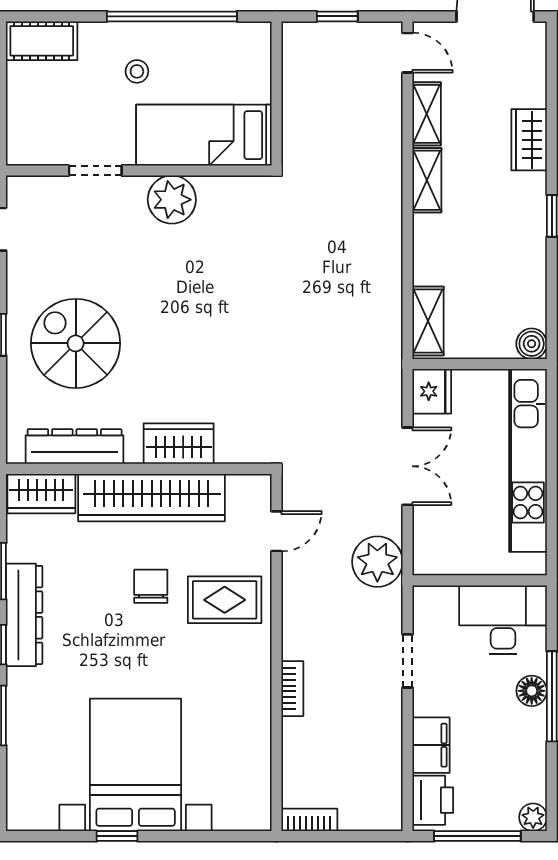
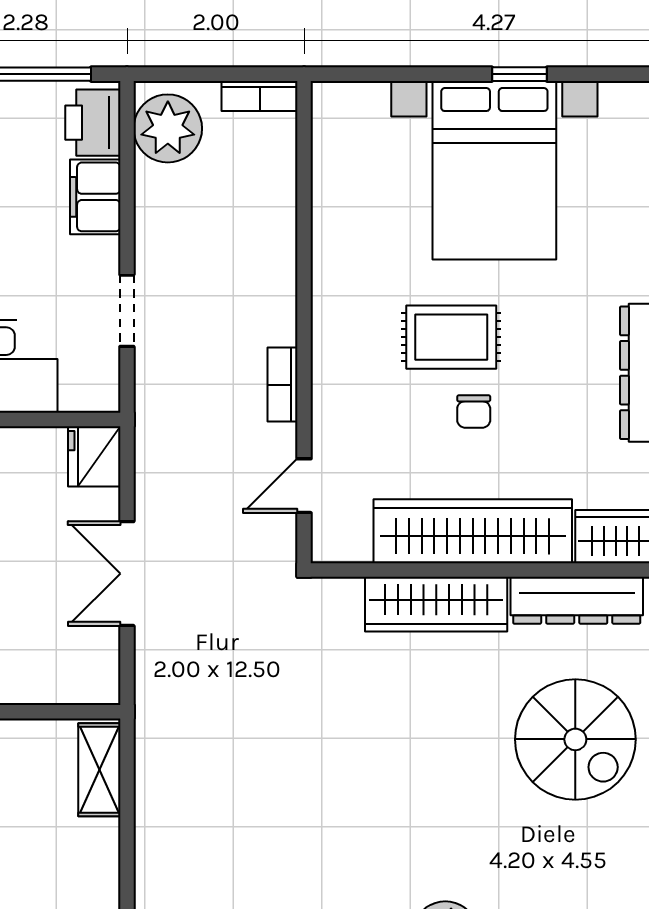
fridge: (432, 391) -> (94, 456), moved
wardrobe: (179, 444) -> (436, 604), width x1.50
plant: (377, 562) -> (168, 128), moved
chair: (151, 586) -> (474, 411), width x0.73, depth x0.73
rug: (225, 600) -> (451, 337), moved
bookcase: (292, 689) -> (283, 385), moved

